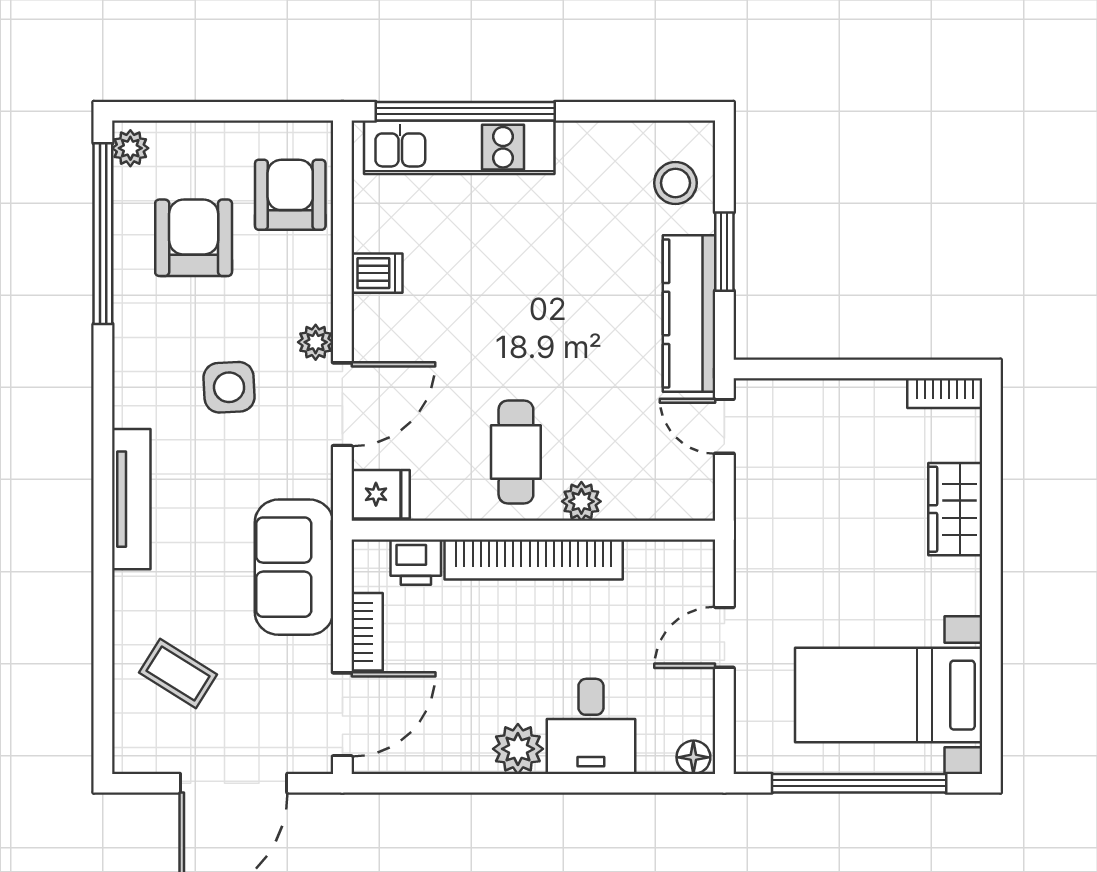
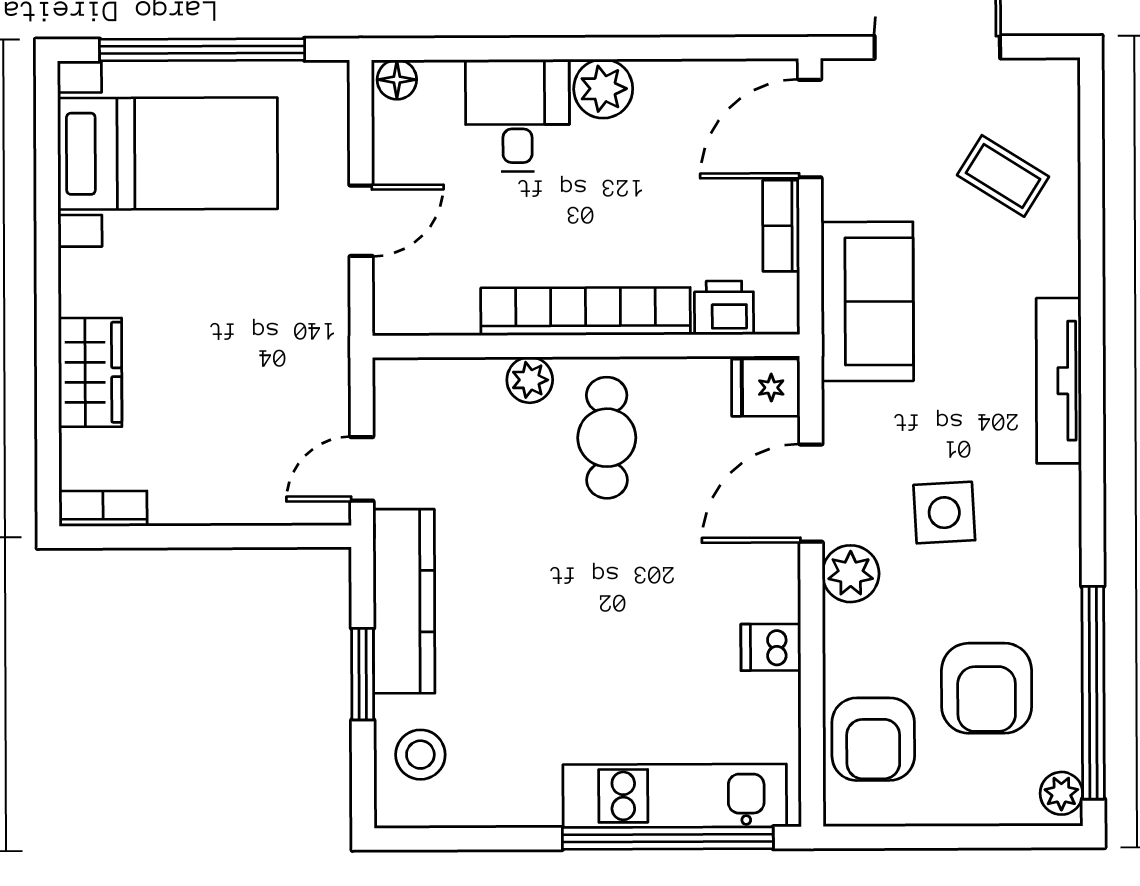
plant: (316, 342) -> (851, 574), width x1.38, depth x1.38
door: (724, 426) -> (362, 469), swing flipped

